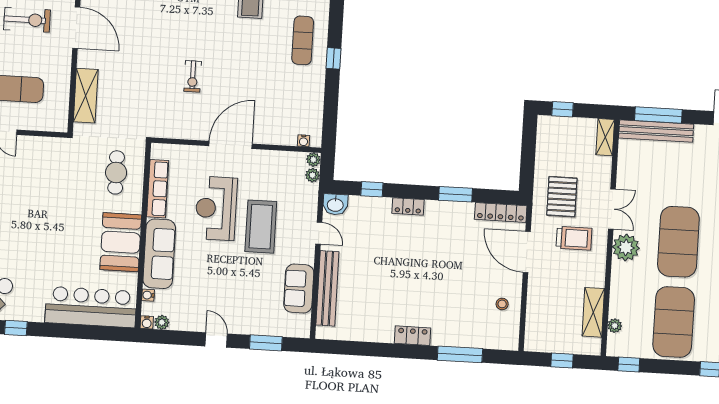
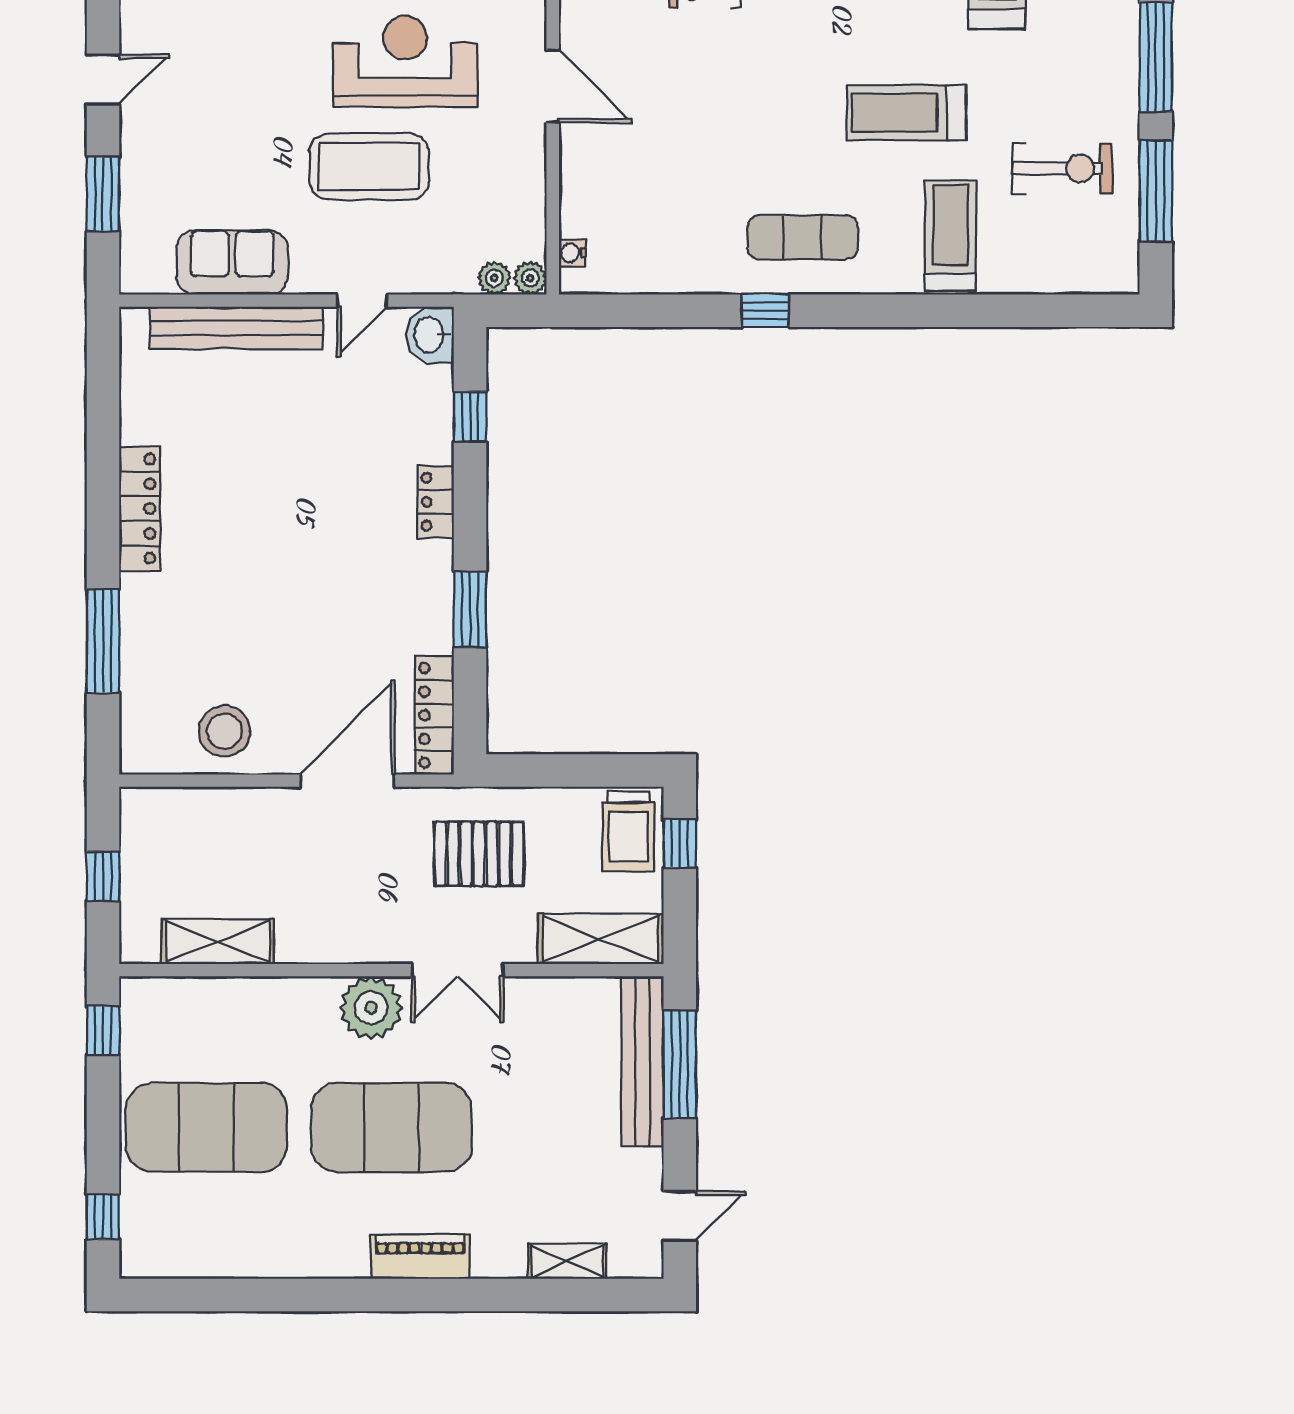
shelving: (605, 137) -> (601, 939), width x1.50, depth x1.33
door: (231, 145) -> (553, 86), width x0.73
trolley: (574, 238) -> (628, 831), moved
stool: (502, 304) -> (224, 731), width x1.89, depth x1.89
plant: (615, 326) -> (190, 993), removed
locker: (413, 336) -> (140, 509), width x1.53

